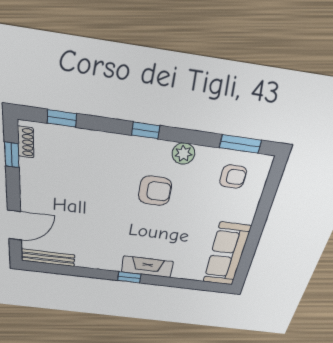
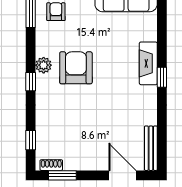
plant: (183, 154) -> (44, 65), moved
window: (12, 155) -> (62, 175), width x1.50
armchair: (155, 191) -> (76, 68), width x1.36, depth x1.36

